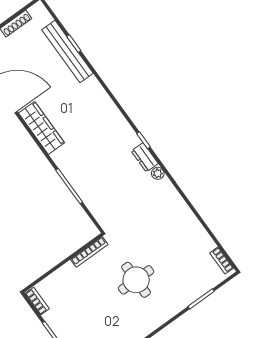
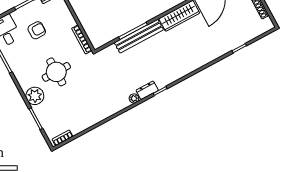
bench: (67, 52) -> (139, 36), moved
plant: (171, 304) -> (35, 96), added
armchair: (85, 313) -> (37, 30), added

